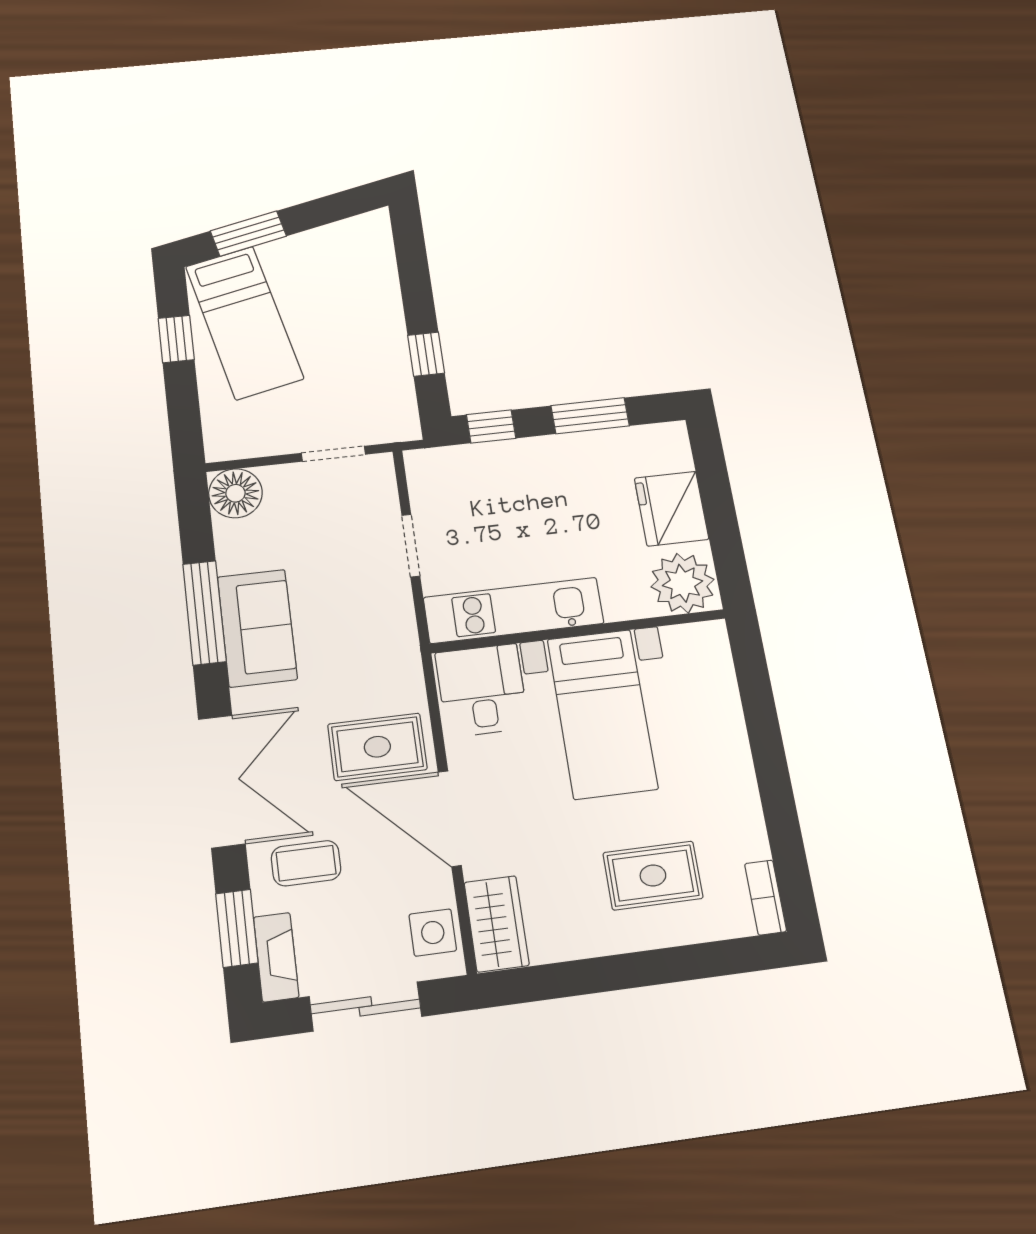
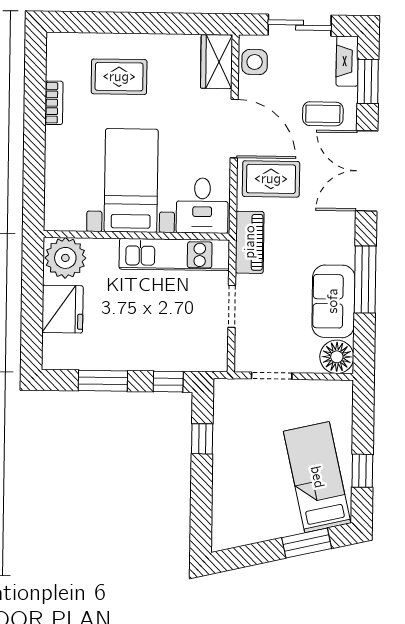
sofa: (257, 628) -> (333, 301), moved
piano: (397, 644) -> (250, 242), added
bookcase: (766, 897) -> (54, 103), moved

